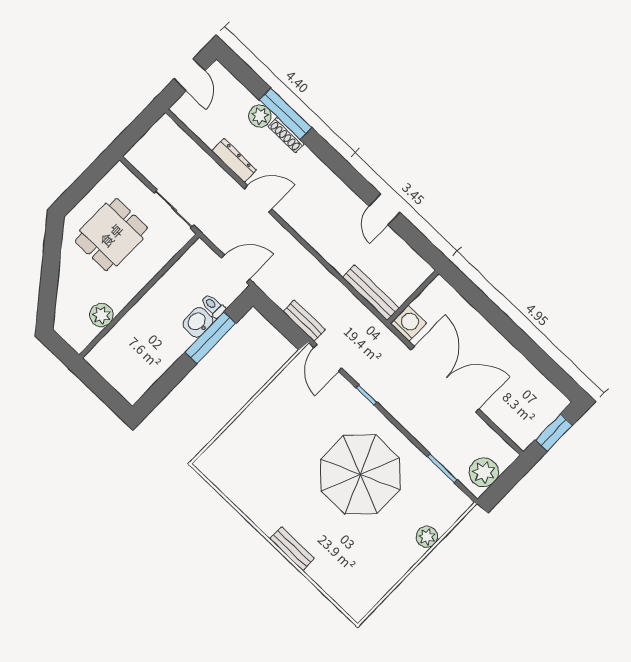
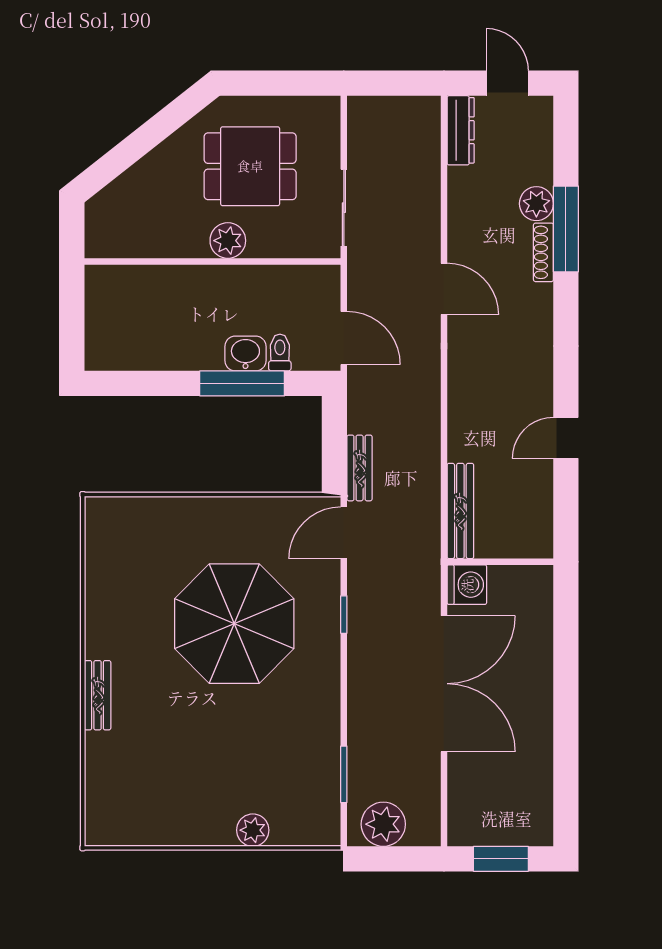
door: (190, 75) -> (507, 83), swing flipped
dresser: (234, 160) -> (461, 130), moved
plant: (101, 315) -> (228, 241), moved
parasol: (360, 474) -> (234, 624), moved

